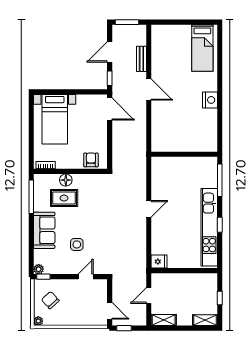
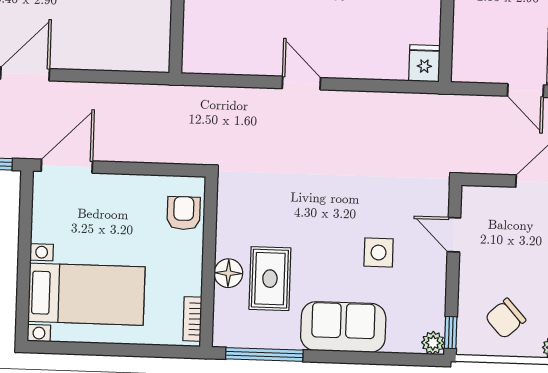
armchair: (91, 160) -> (184, 213), turned 90
door: (149, 295) -> (525, 90), moved

